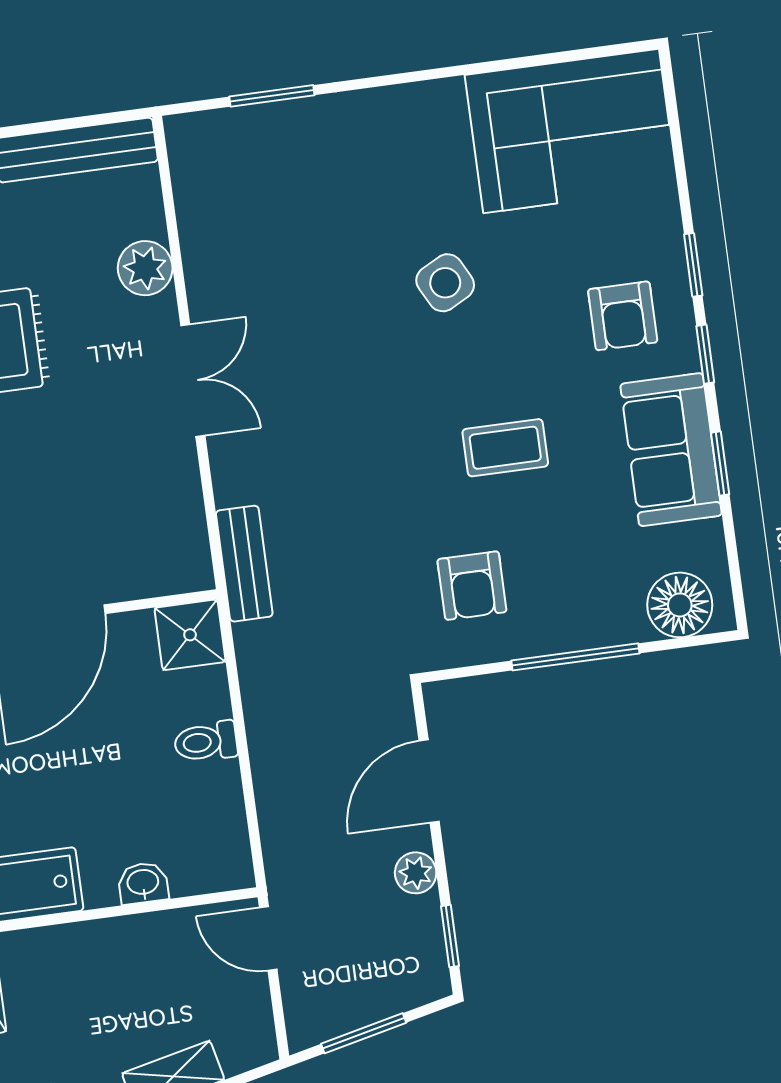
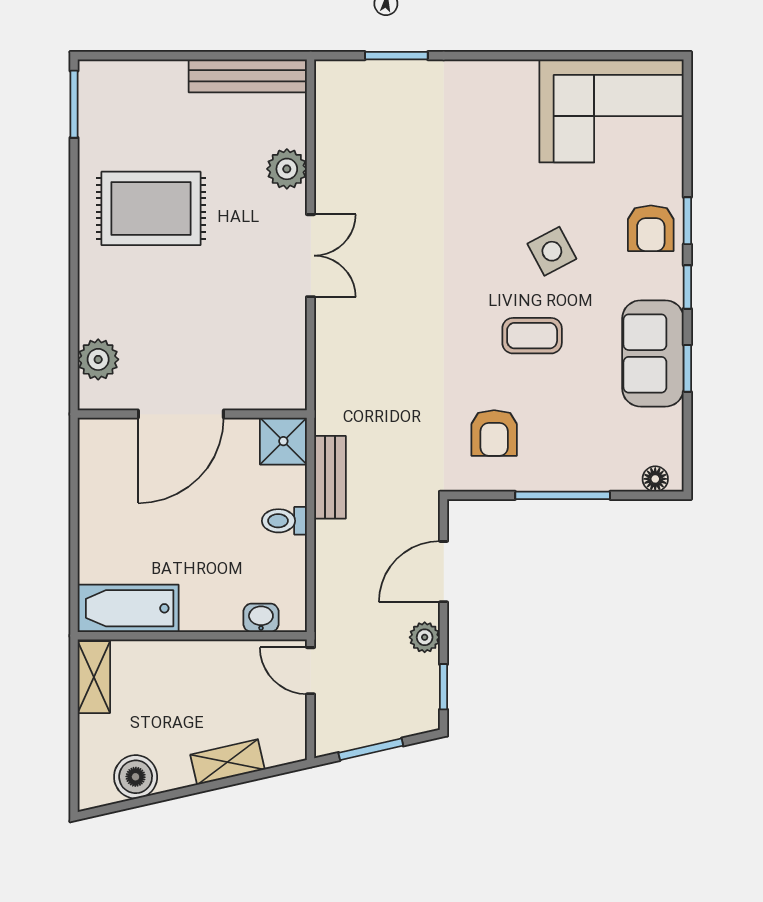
side table: (445, 283) -> (552, 251), moved
armchair: (623, 316) -> (651, 228), moved
bench: (244, 564) -> (330, 477), moved
floor lamp: (680, 605) -> (655, 479), width x0.53, depth x0.53
washbasin: (143, 883) -> (261, 618), moved

